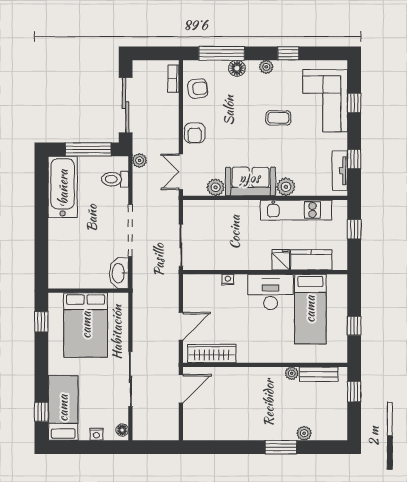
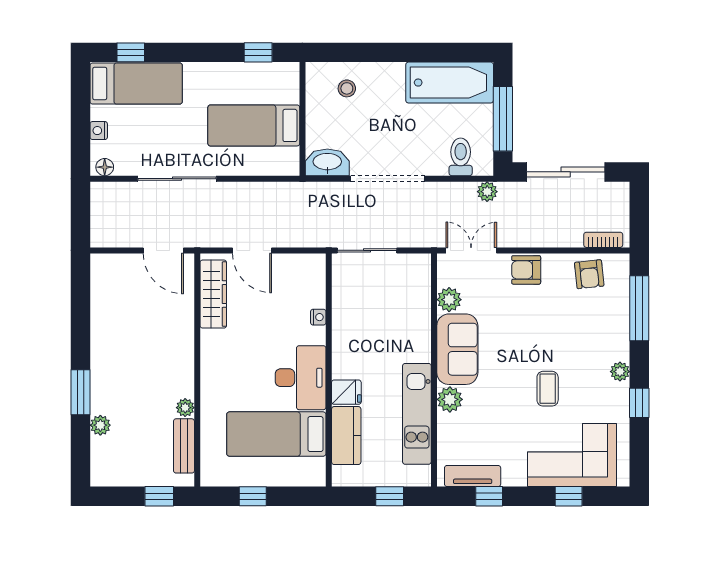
floor lamp: (237, 68) -> (618, 330), removed
stool: (67, 259) -> (347, 88), added
bed: (86, 325) -> (254, 125), width x0.67

